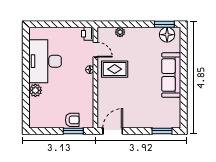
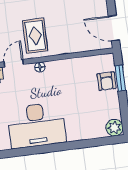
plant: (35, 90) -> (114, 128), moved
armchair: (72, 120) -> (107, 81), turned 180

